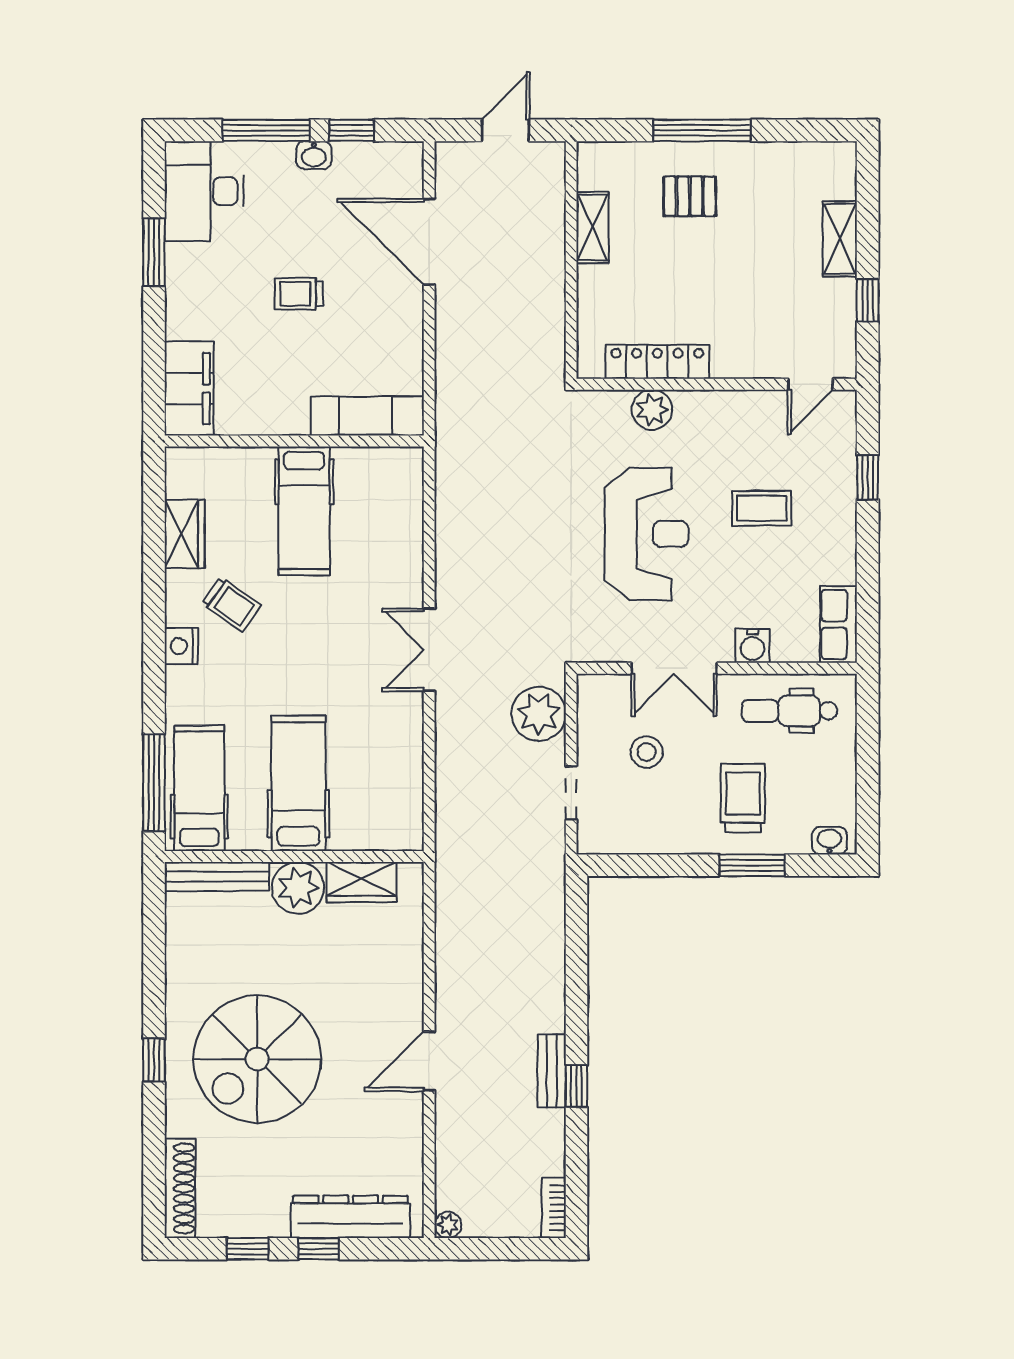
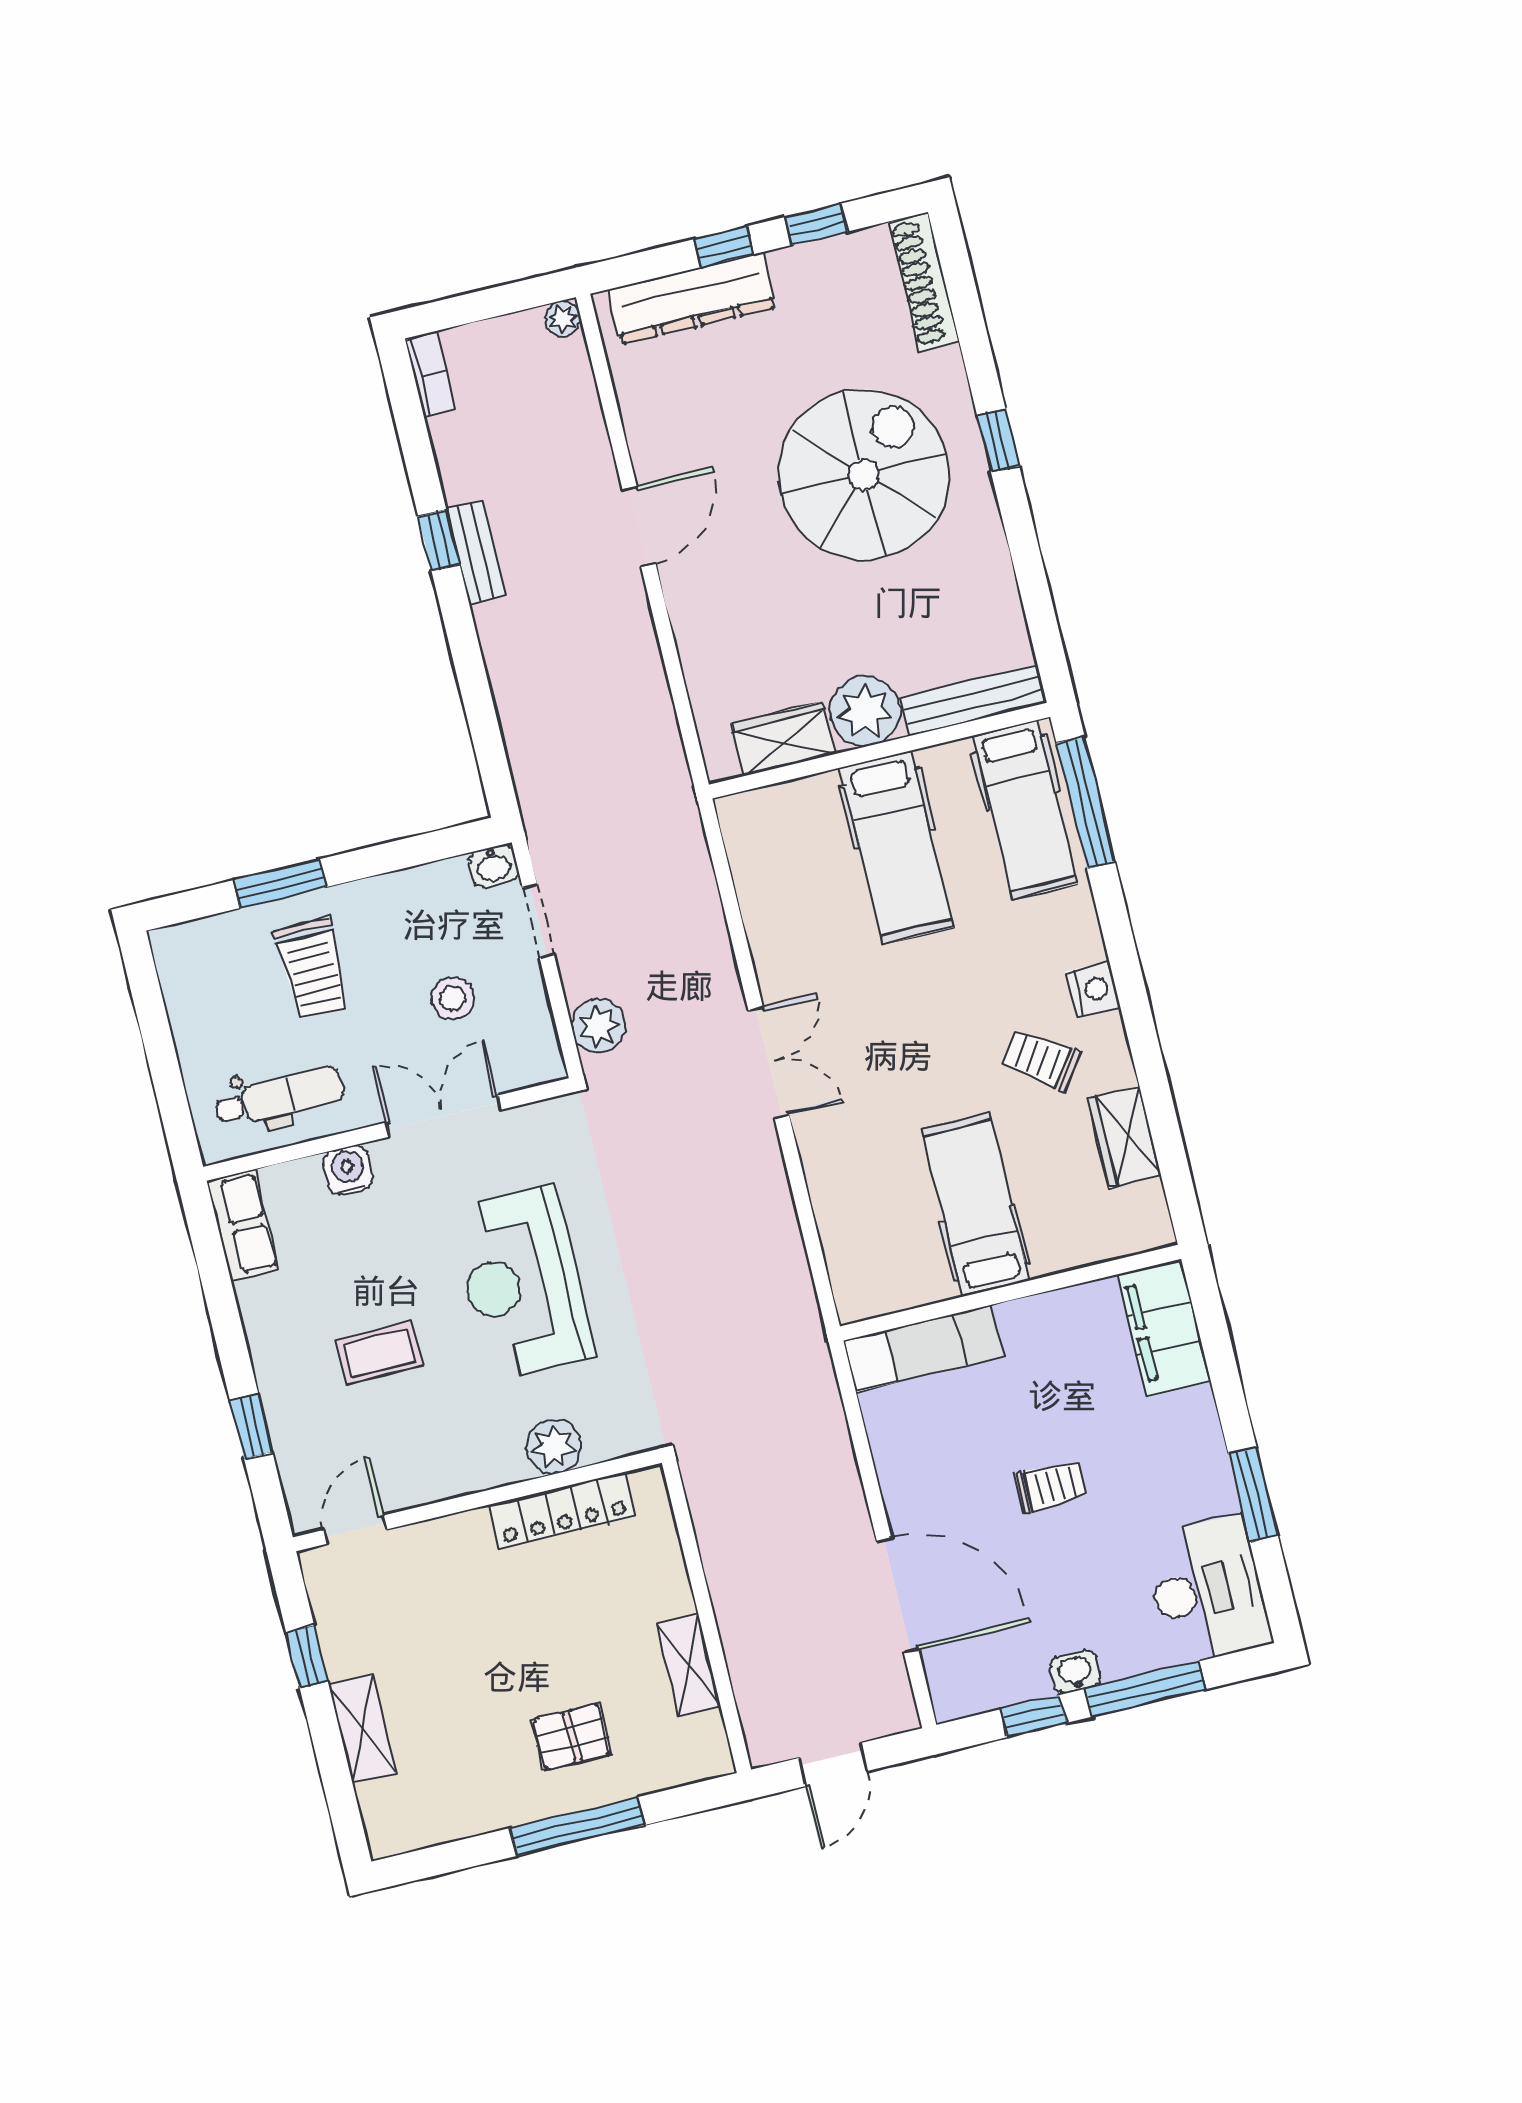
plant: (539, 714) -> (599, 1026), width x0.73, depth x0.73
washbasin: (829, 841) -> (494, 866), moved

